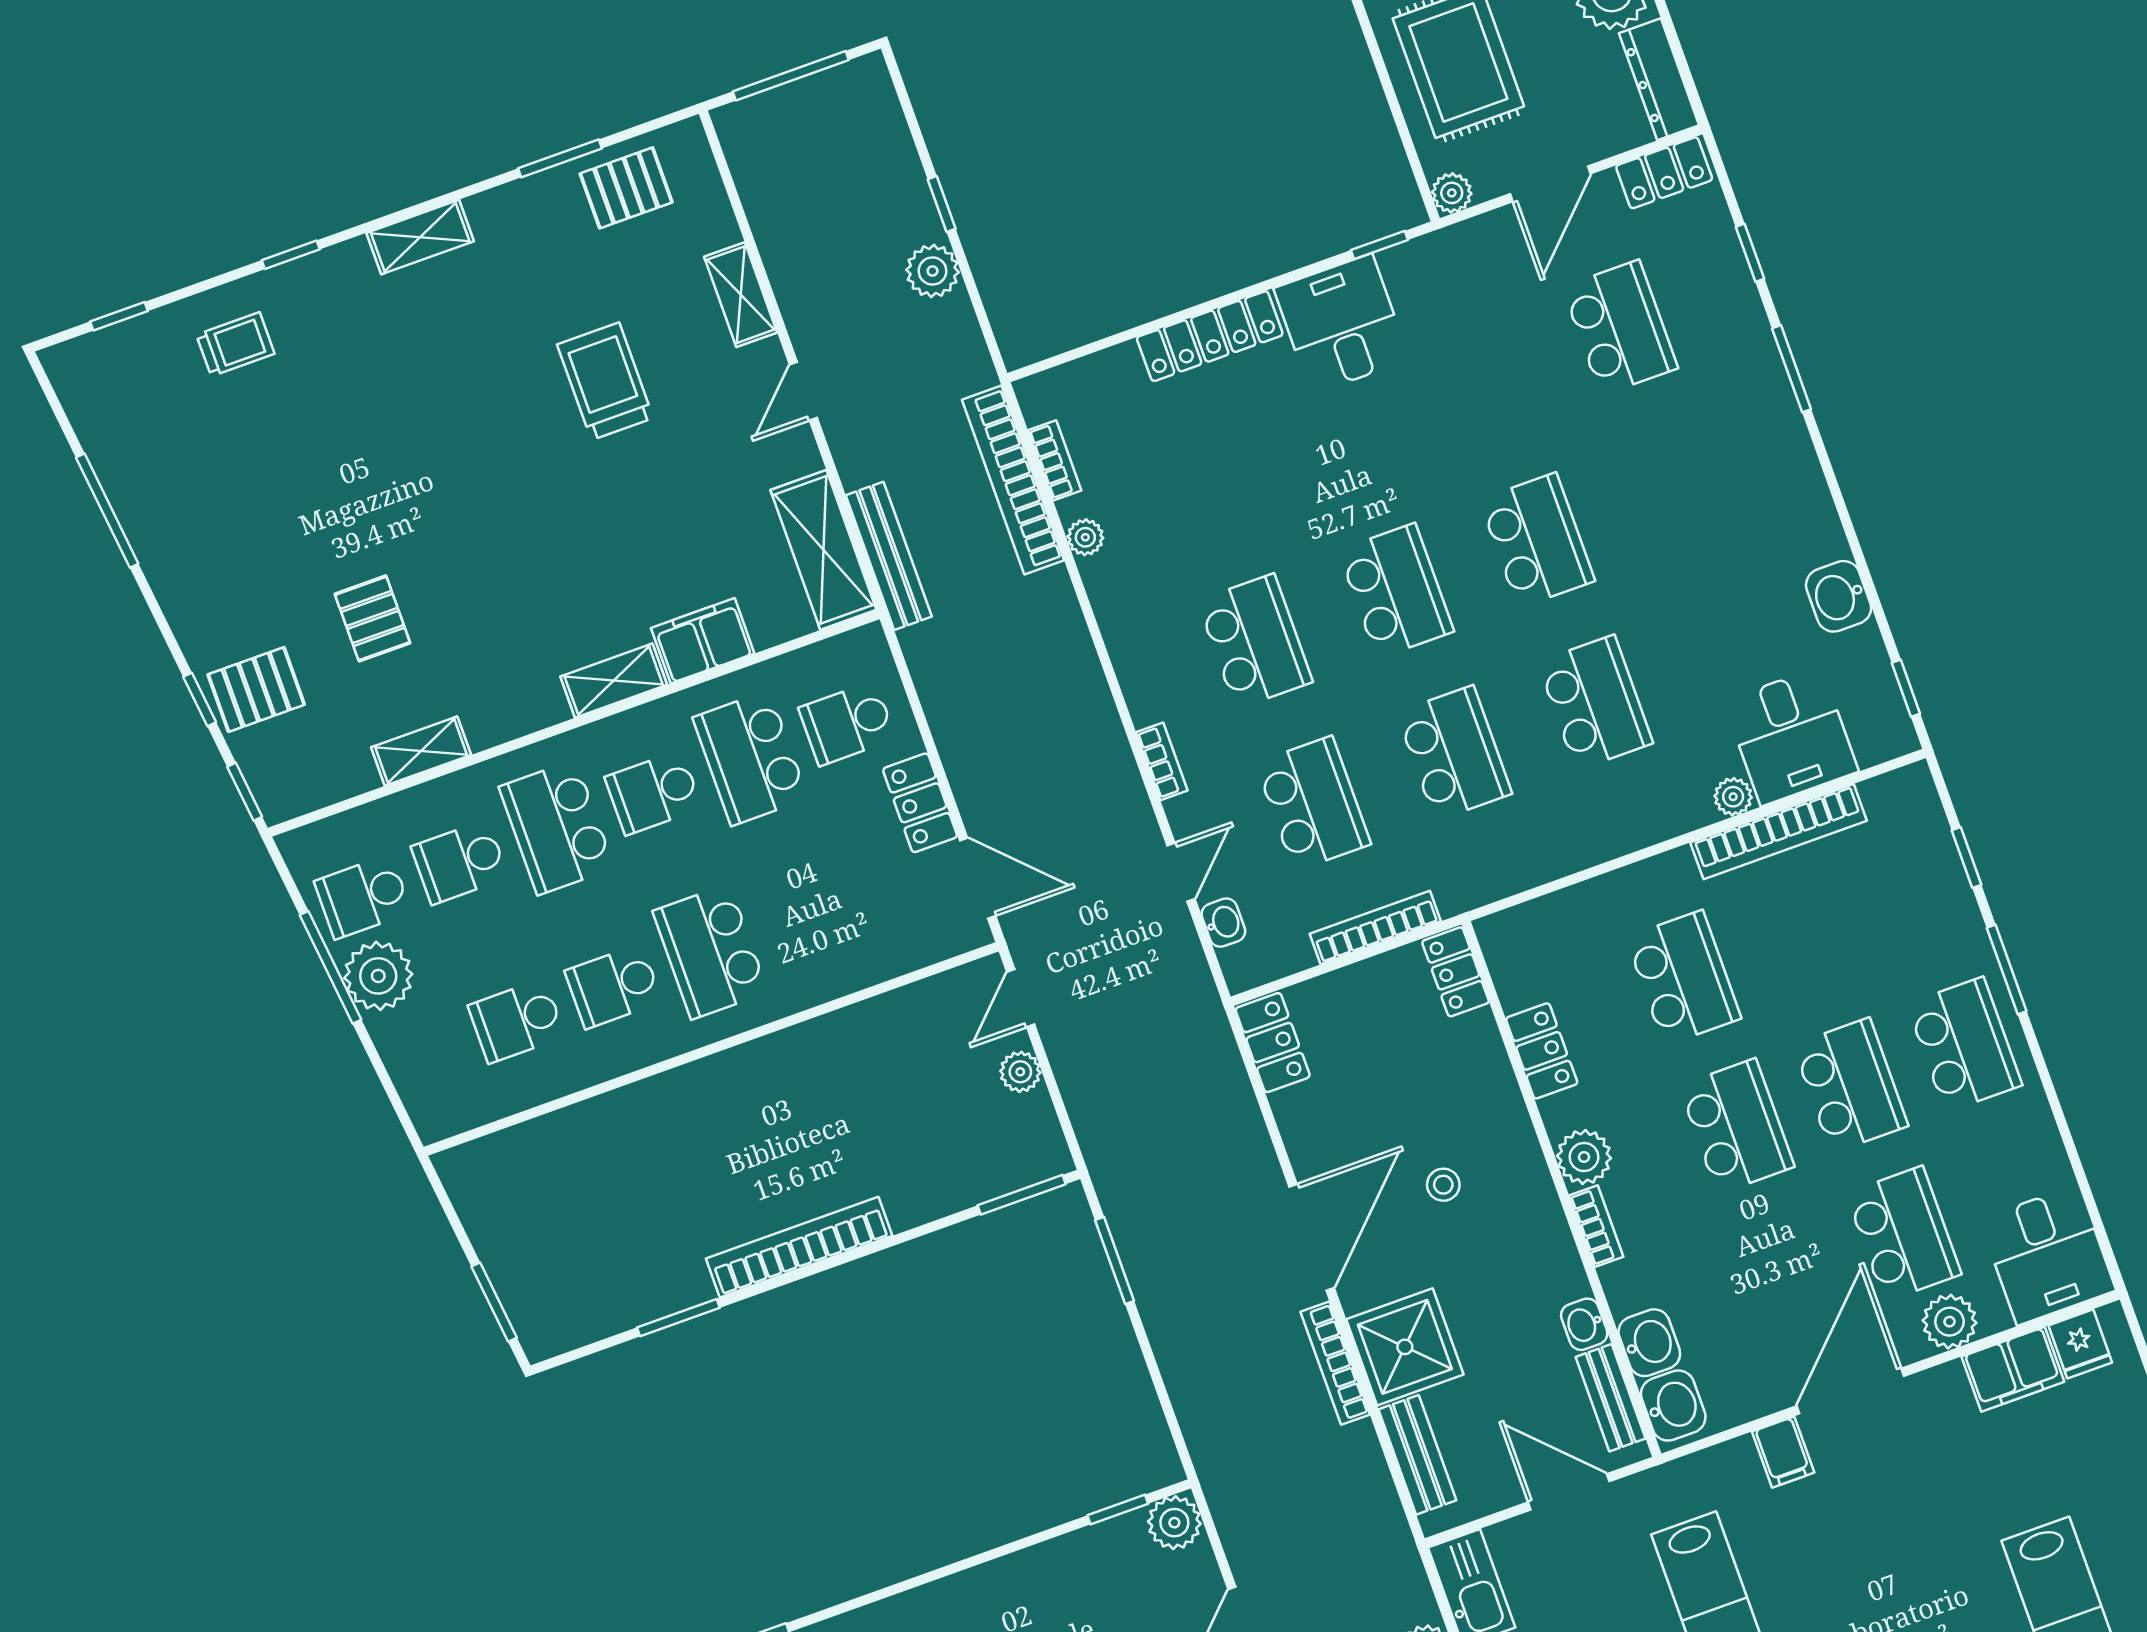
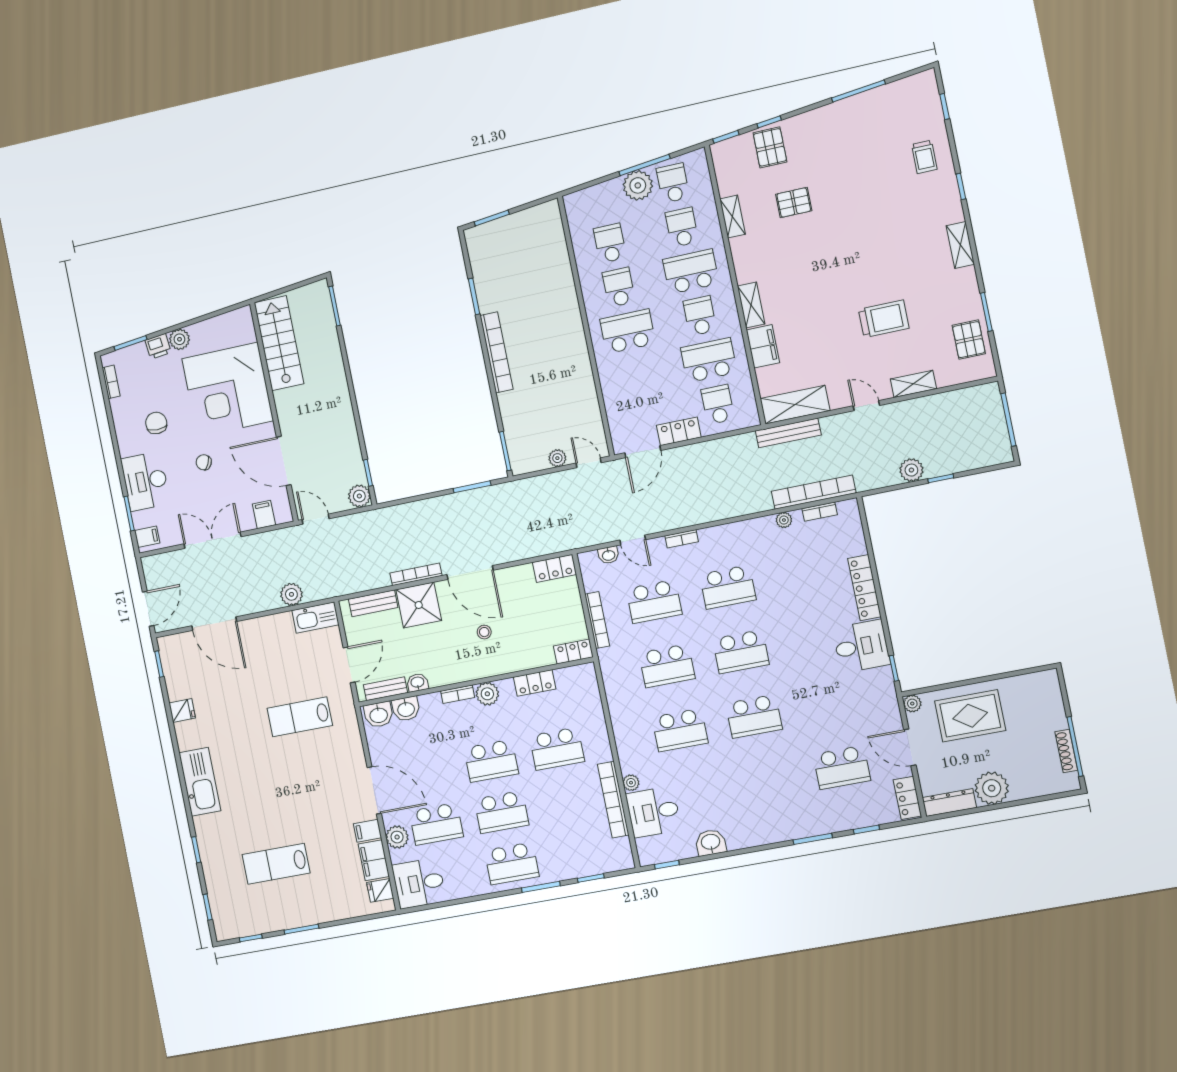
filing cabinet: (1783, 1452) -> (368, 831), moved

